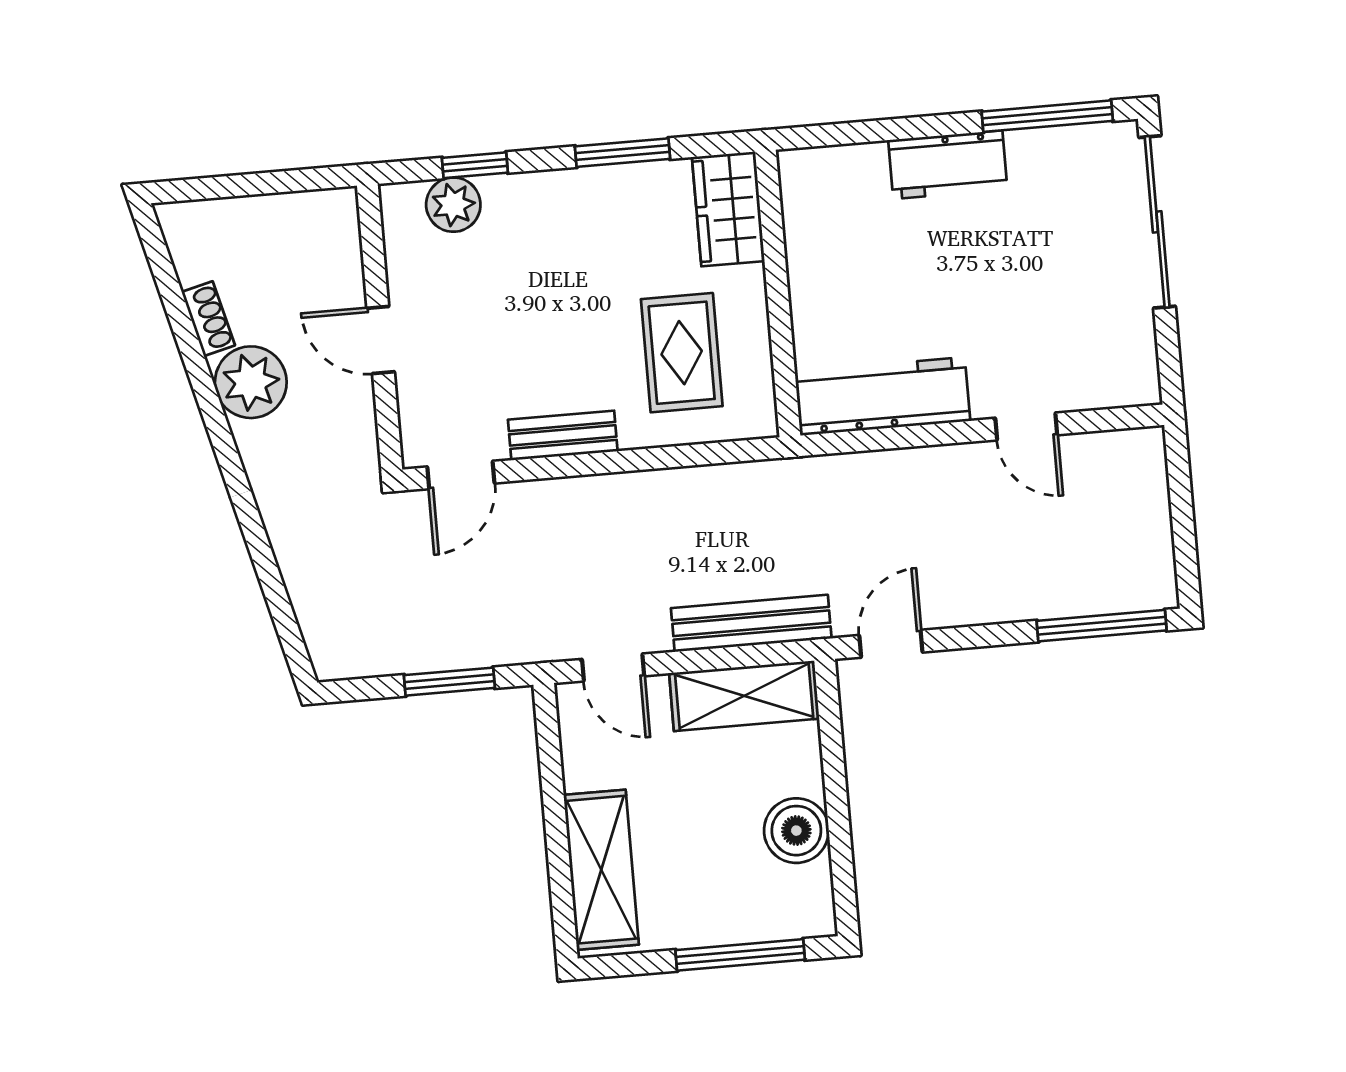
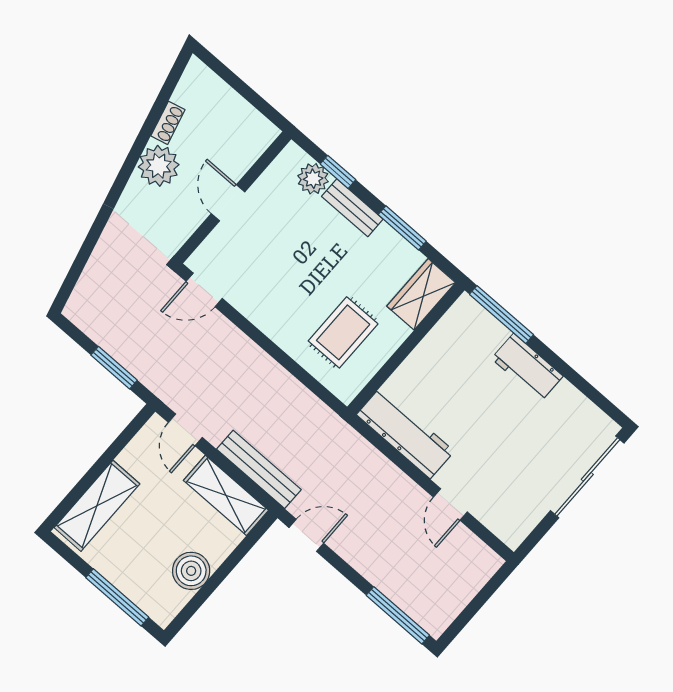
window: (1047, 116) -> (502, 315), moved
bench: (563, 435) -> (352, 208), moved

